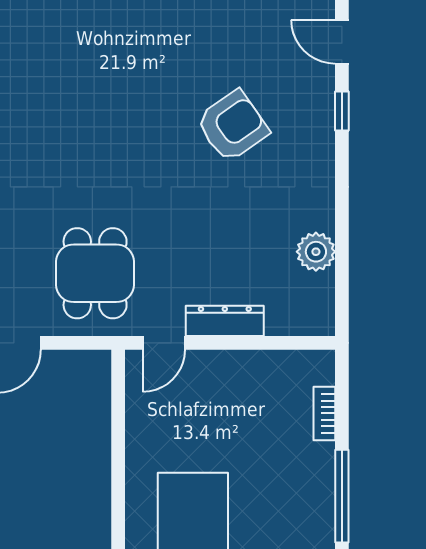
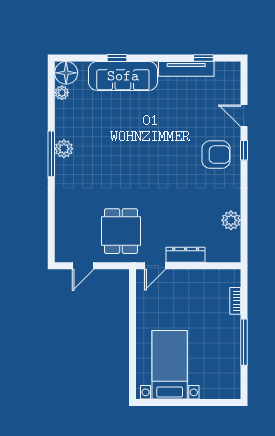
armchair: (232, 126) -> (216, 155), moved, turned 35

